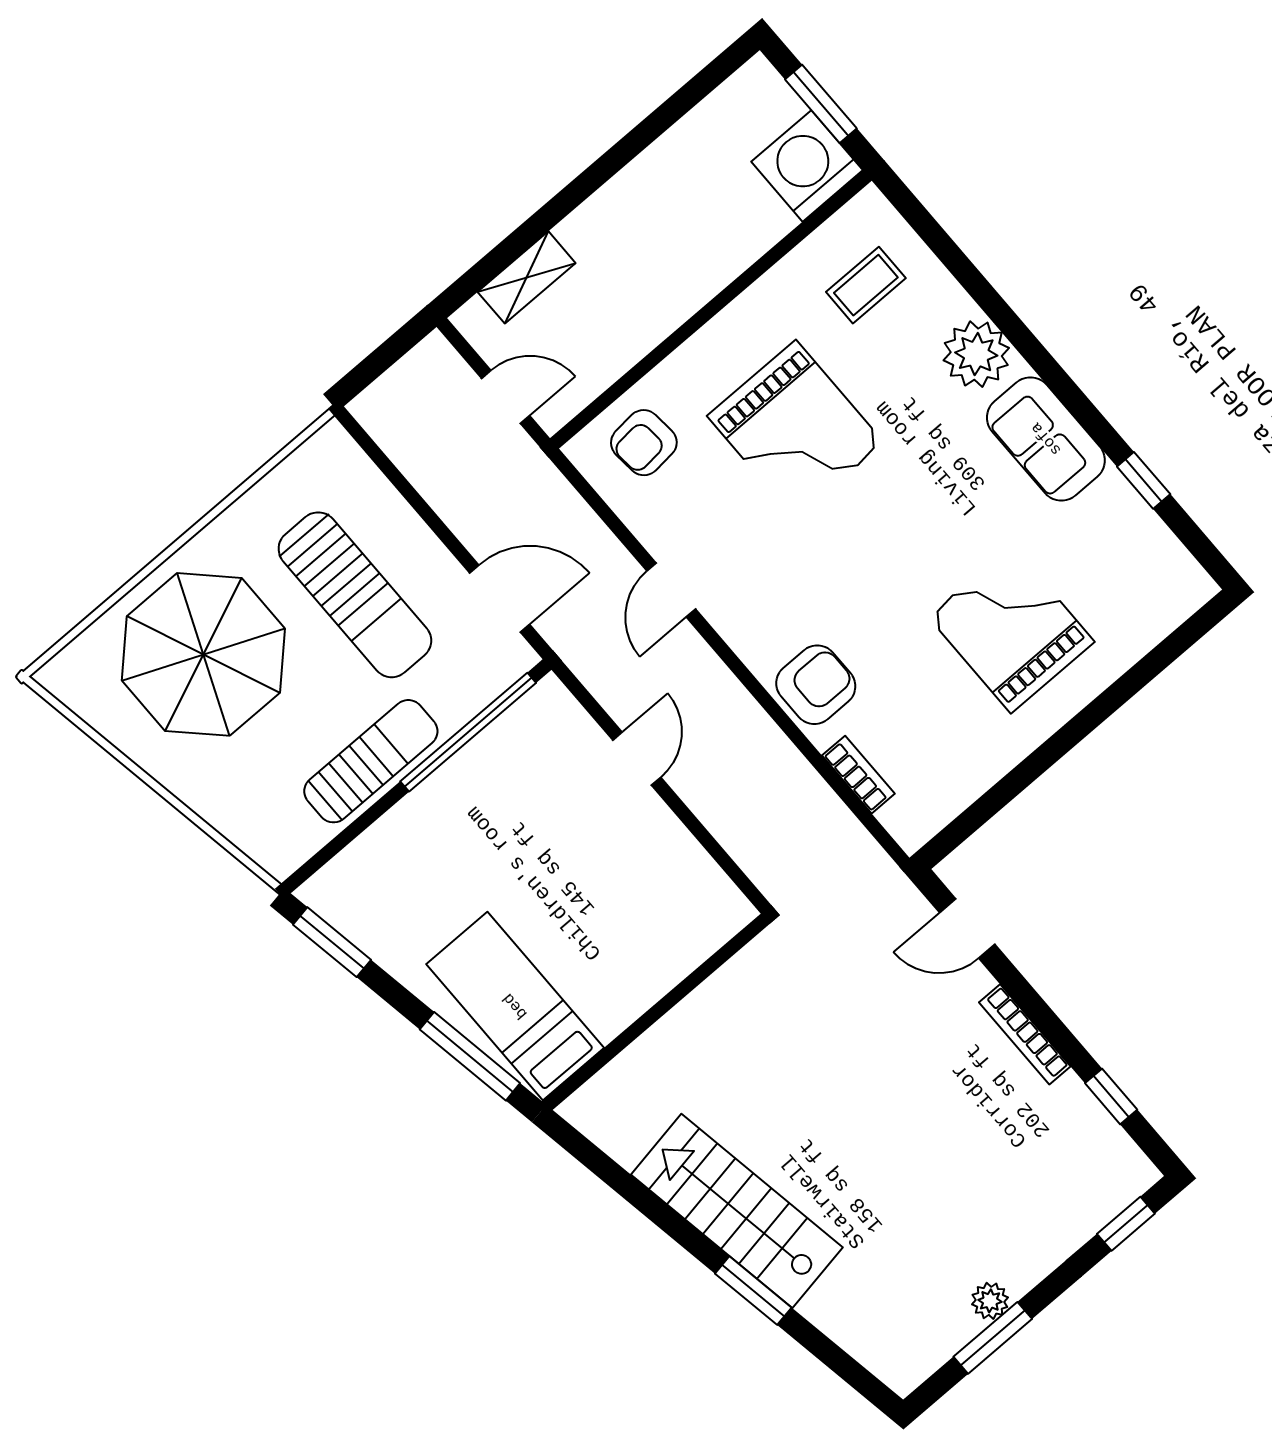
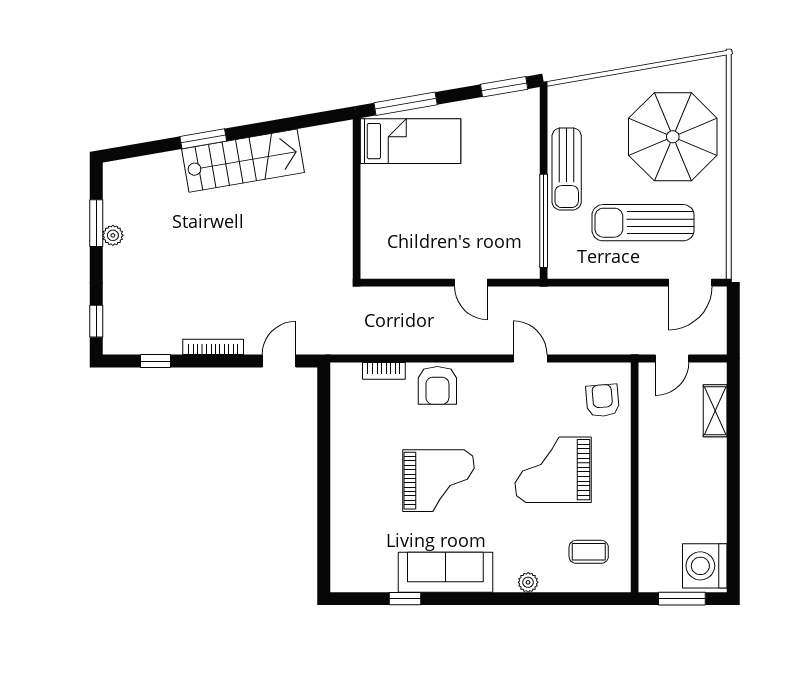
washing machine: (807, 166) -> (705, 566), moved, turned 180
coffee table: (866, 285) -> (589, 552), turned 90
plant: (976, 354) -> (528, 582), width x0.53, depth x0.53
sofa: (1046, 439) -> (445, 572), width x1.36
door: (500, 599) -> (690, 283), moved
grand piano: (1011, 629) -> (438, 481), moved

